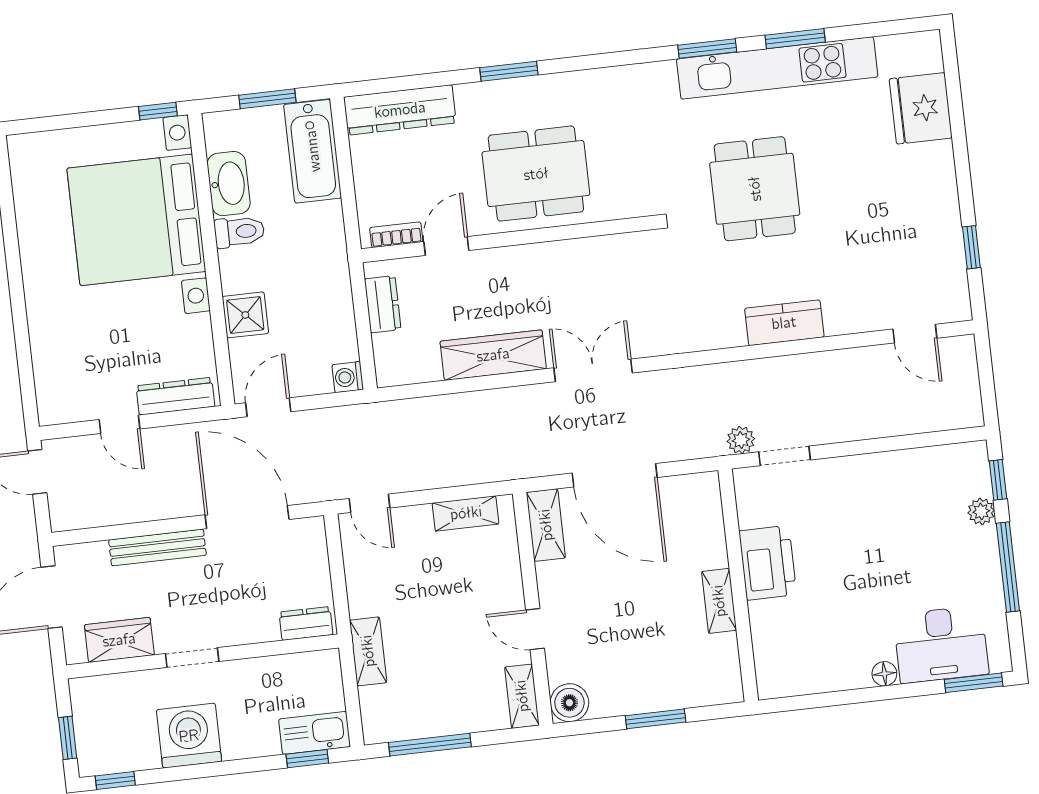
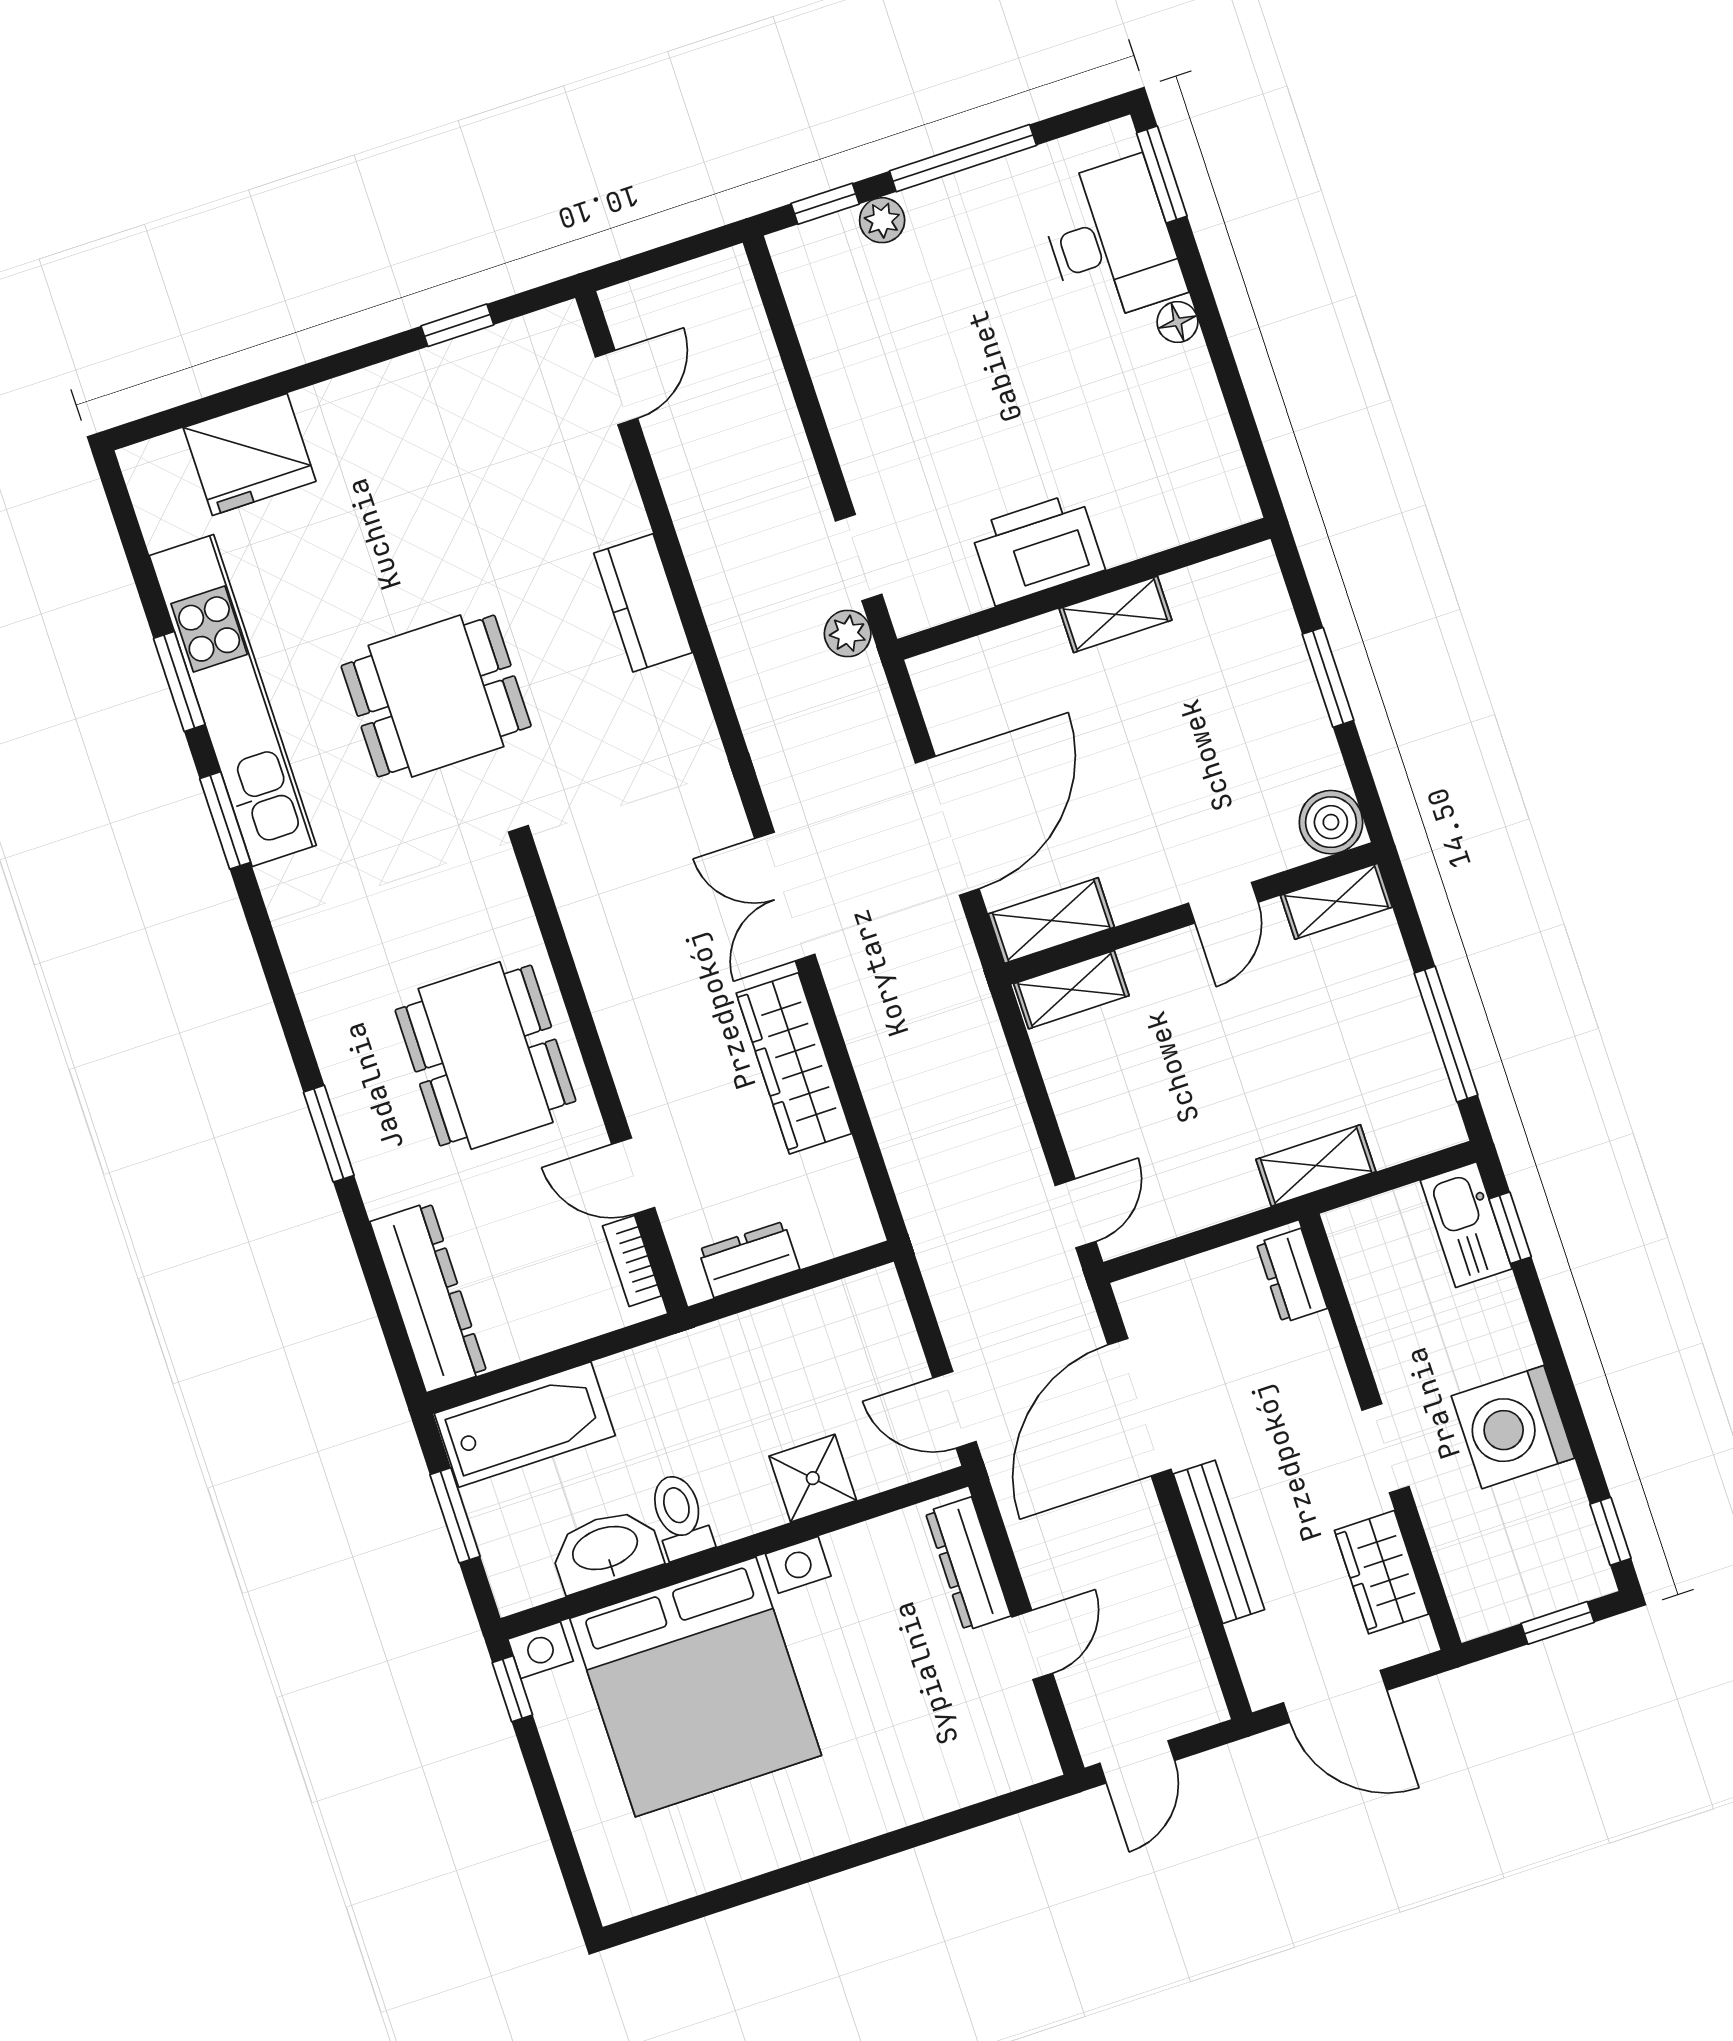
washing machine: (348, 377) -> (879, 1291), removed
shelving: (466, 513) -> (1071, 990), moved, turned 90

